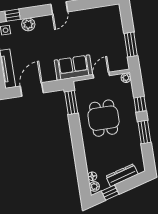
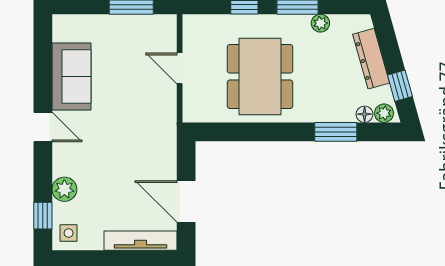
sofa: (73, 68) -> (72, 77), moved, turned 180
plant: (126, 78) -> (320, 23), moved
window: (71, 102) -> (336, 132), moved
dining table: (104, 118) -> (260, 76), width x1.38

